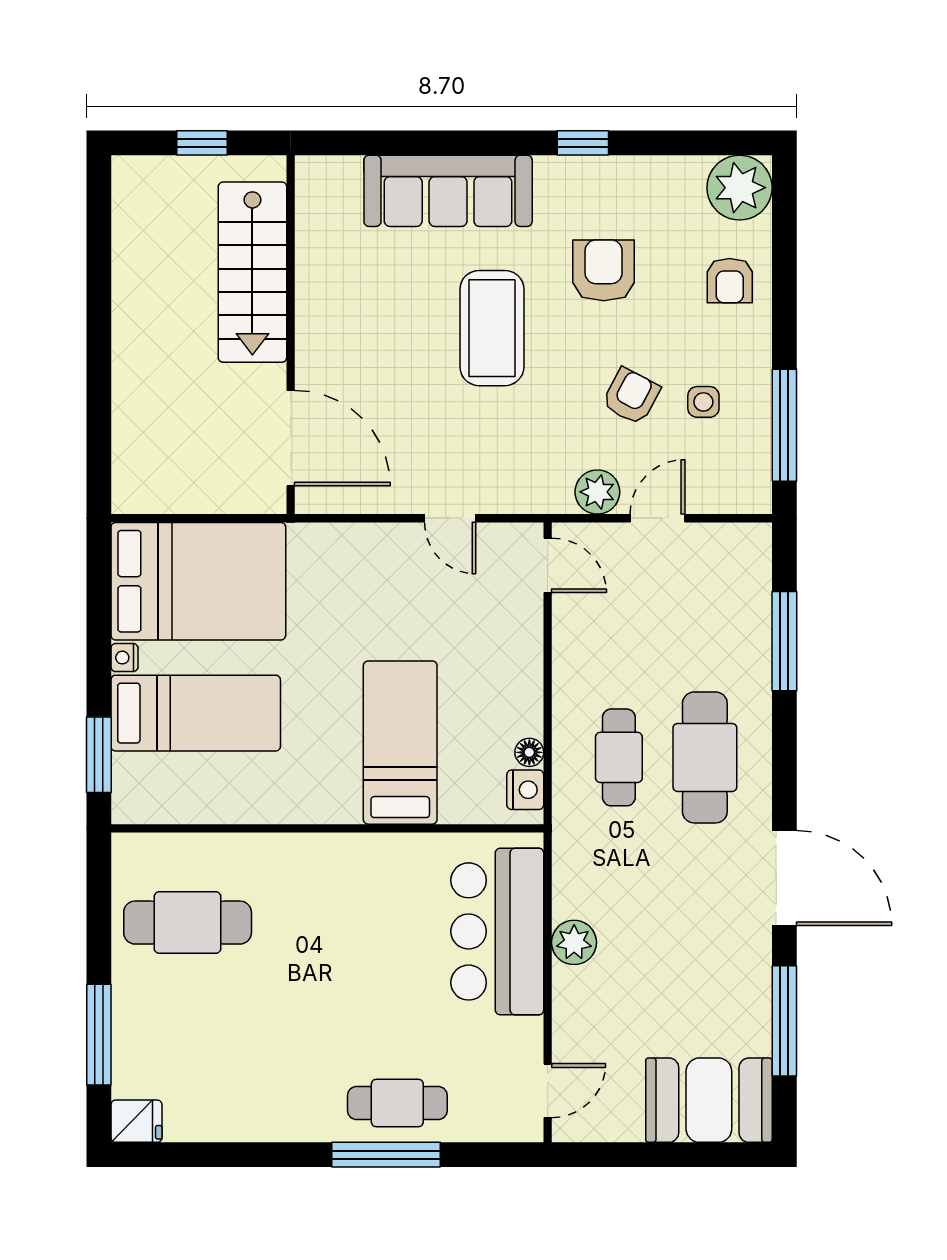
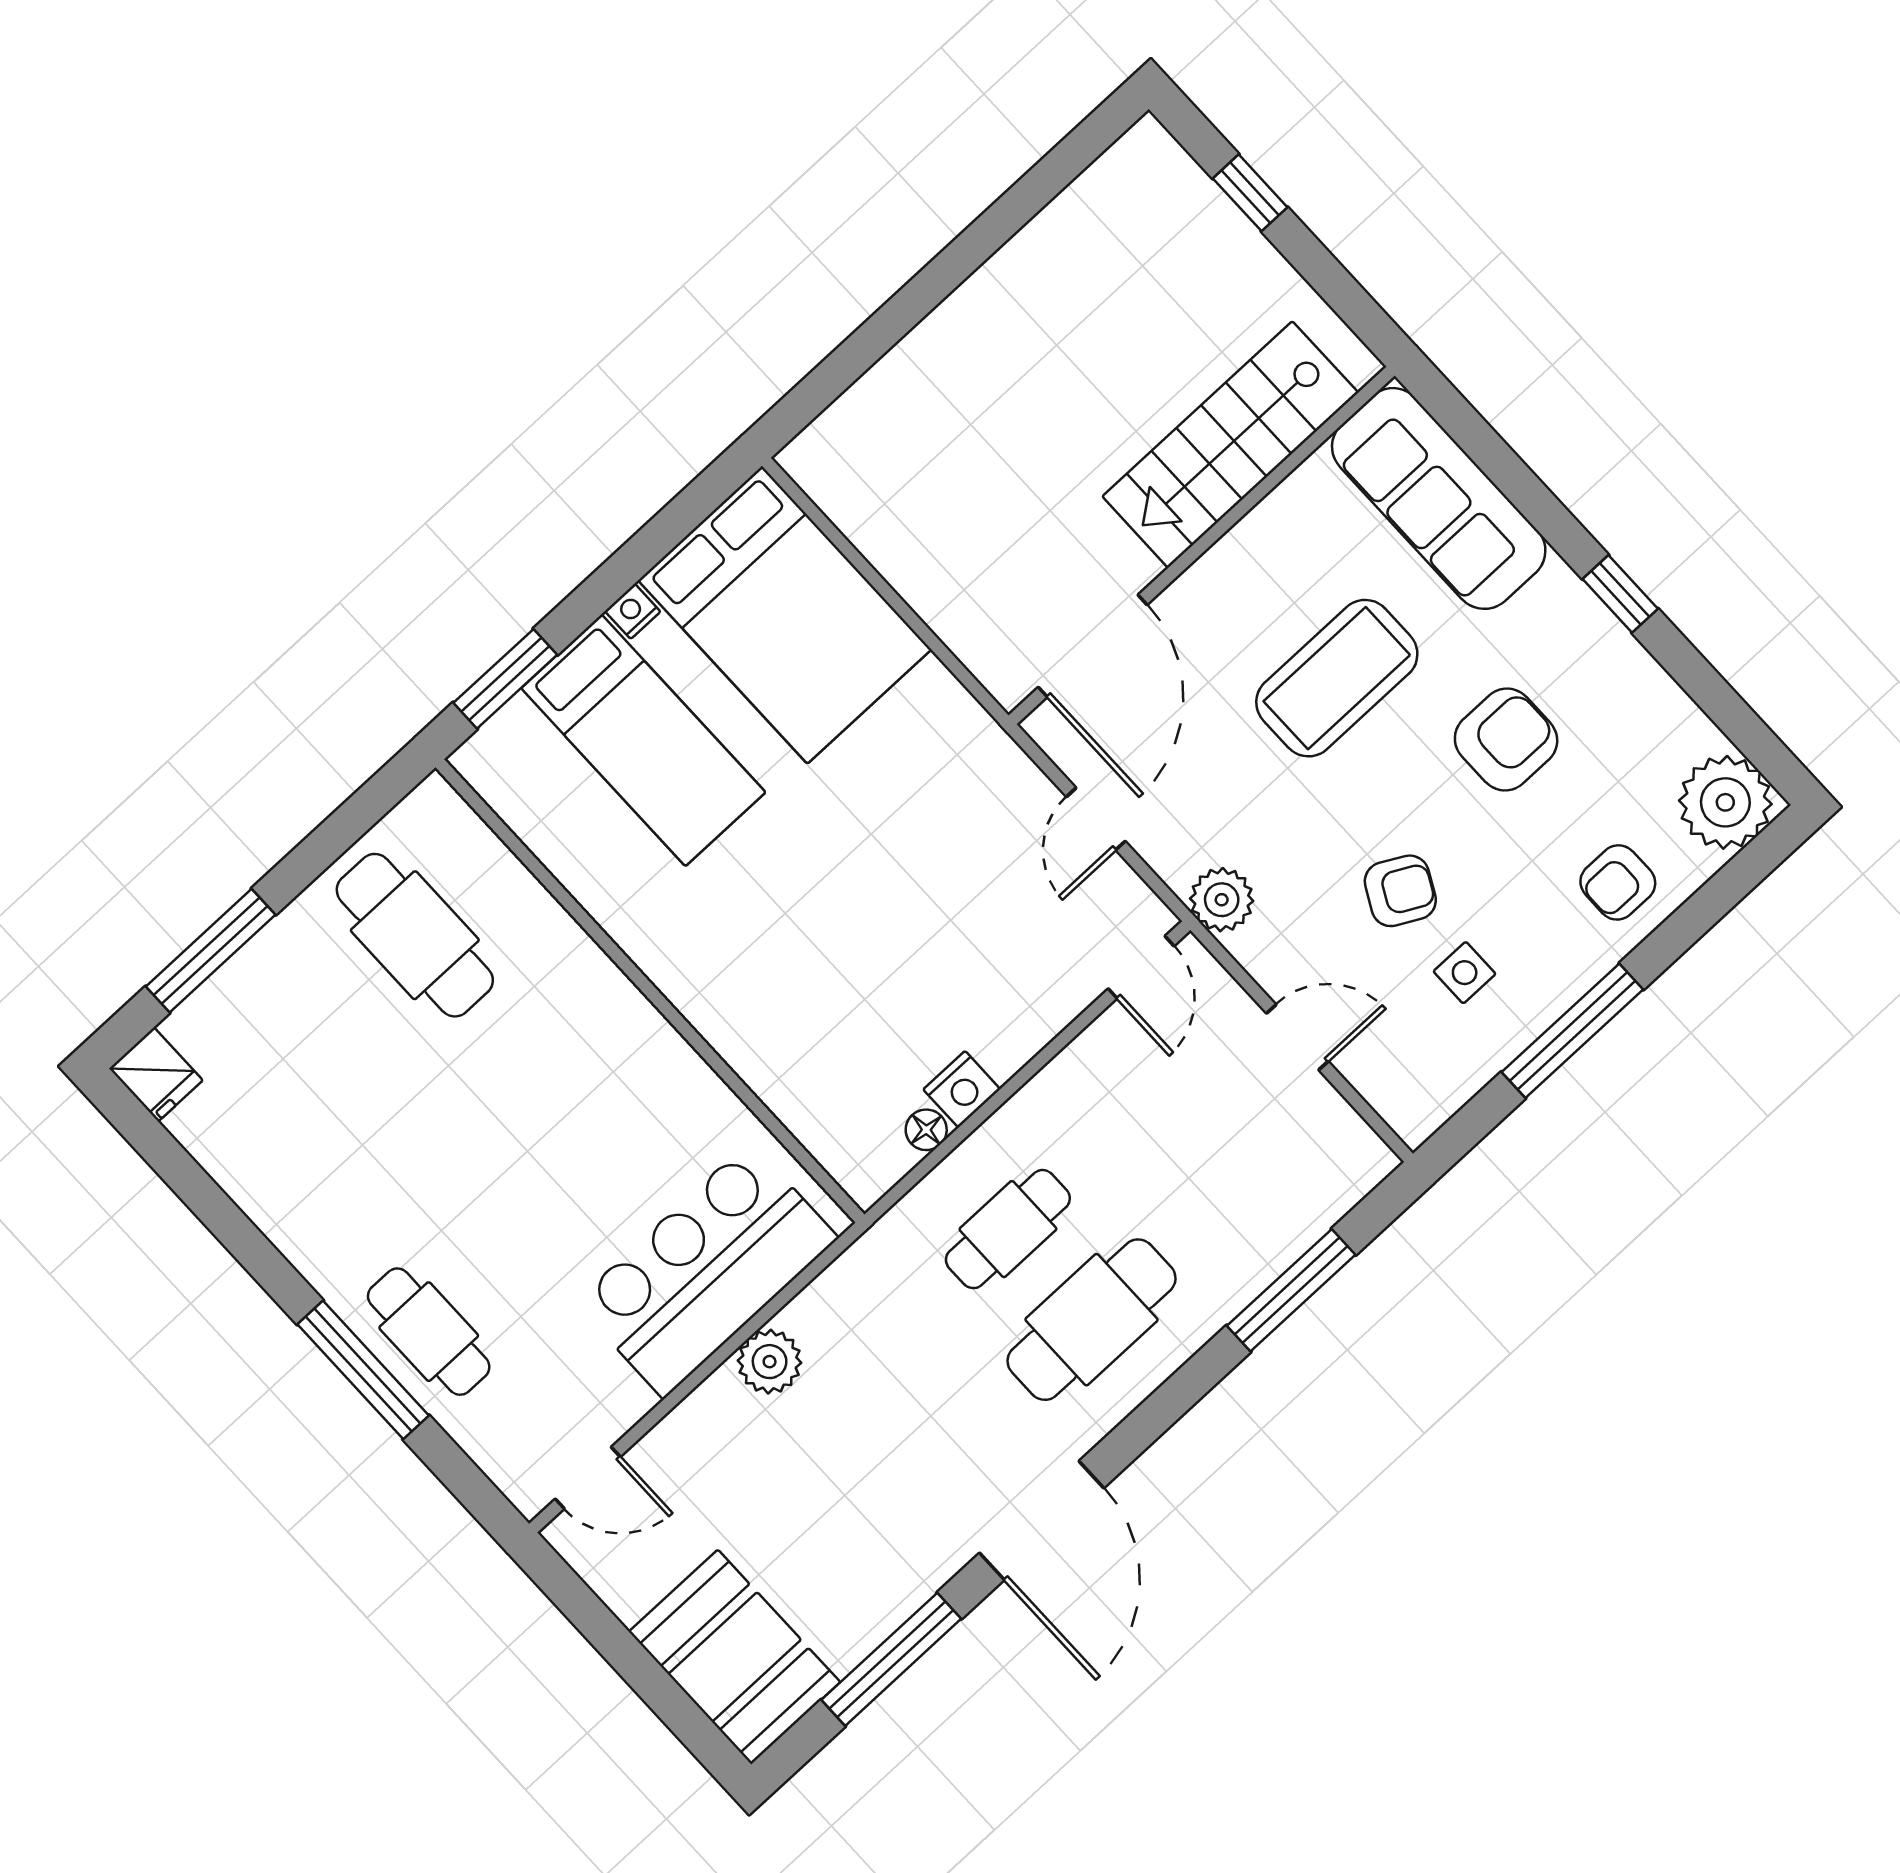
stairs: (252, 272) -> (1230, 445), moved
wall: (291, 335) -> (1202, 545), moved
window: (784, 425) -> (1572, 1031), moved
door: (291, 438) -> (1093, 646), moved
plant: (597, 492) -> (1222, 900), moved
bed: (400, 743) -> (811, 984), removed
nightstand: (525, 790) -> (962, 1089), moved

